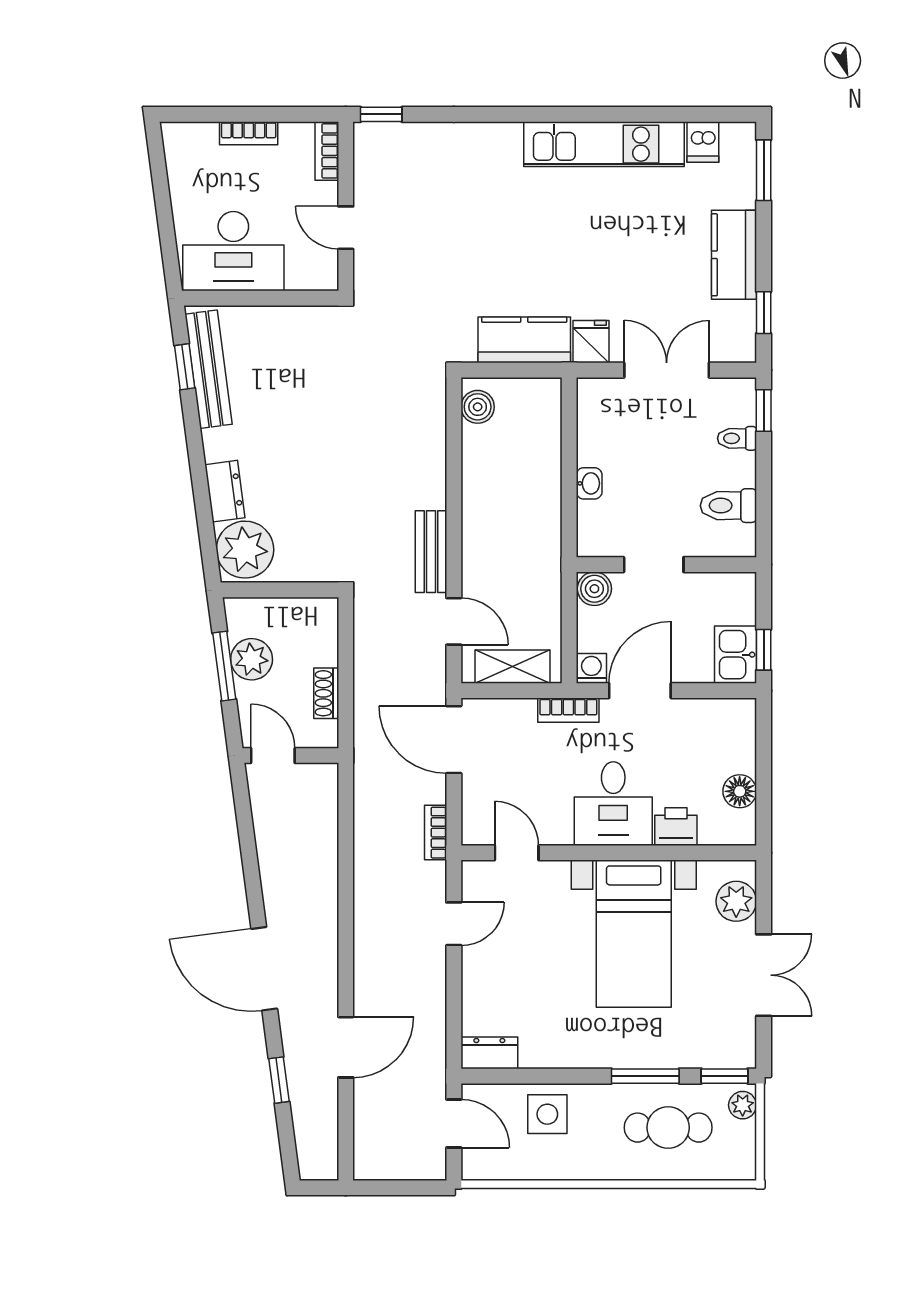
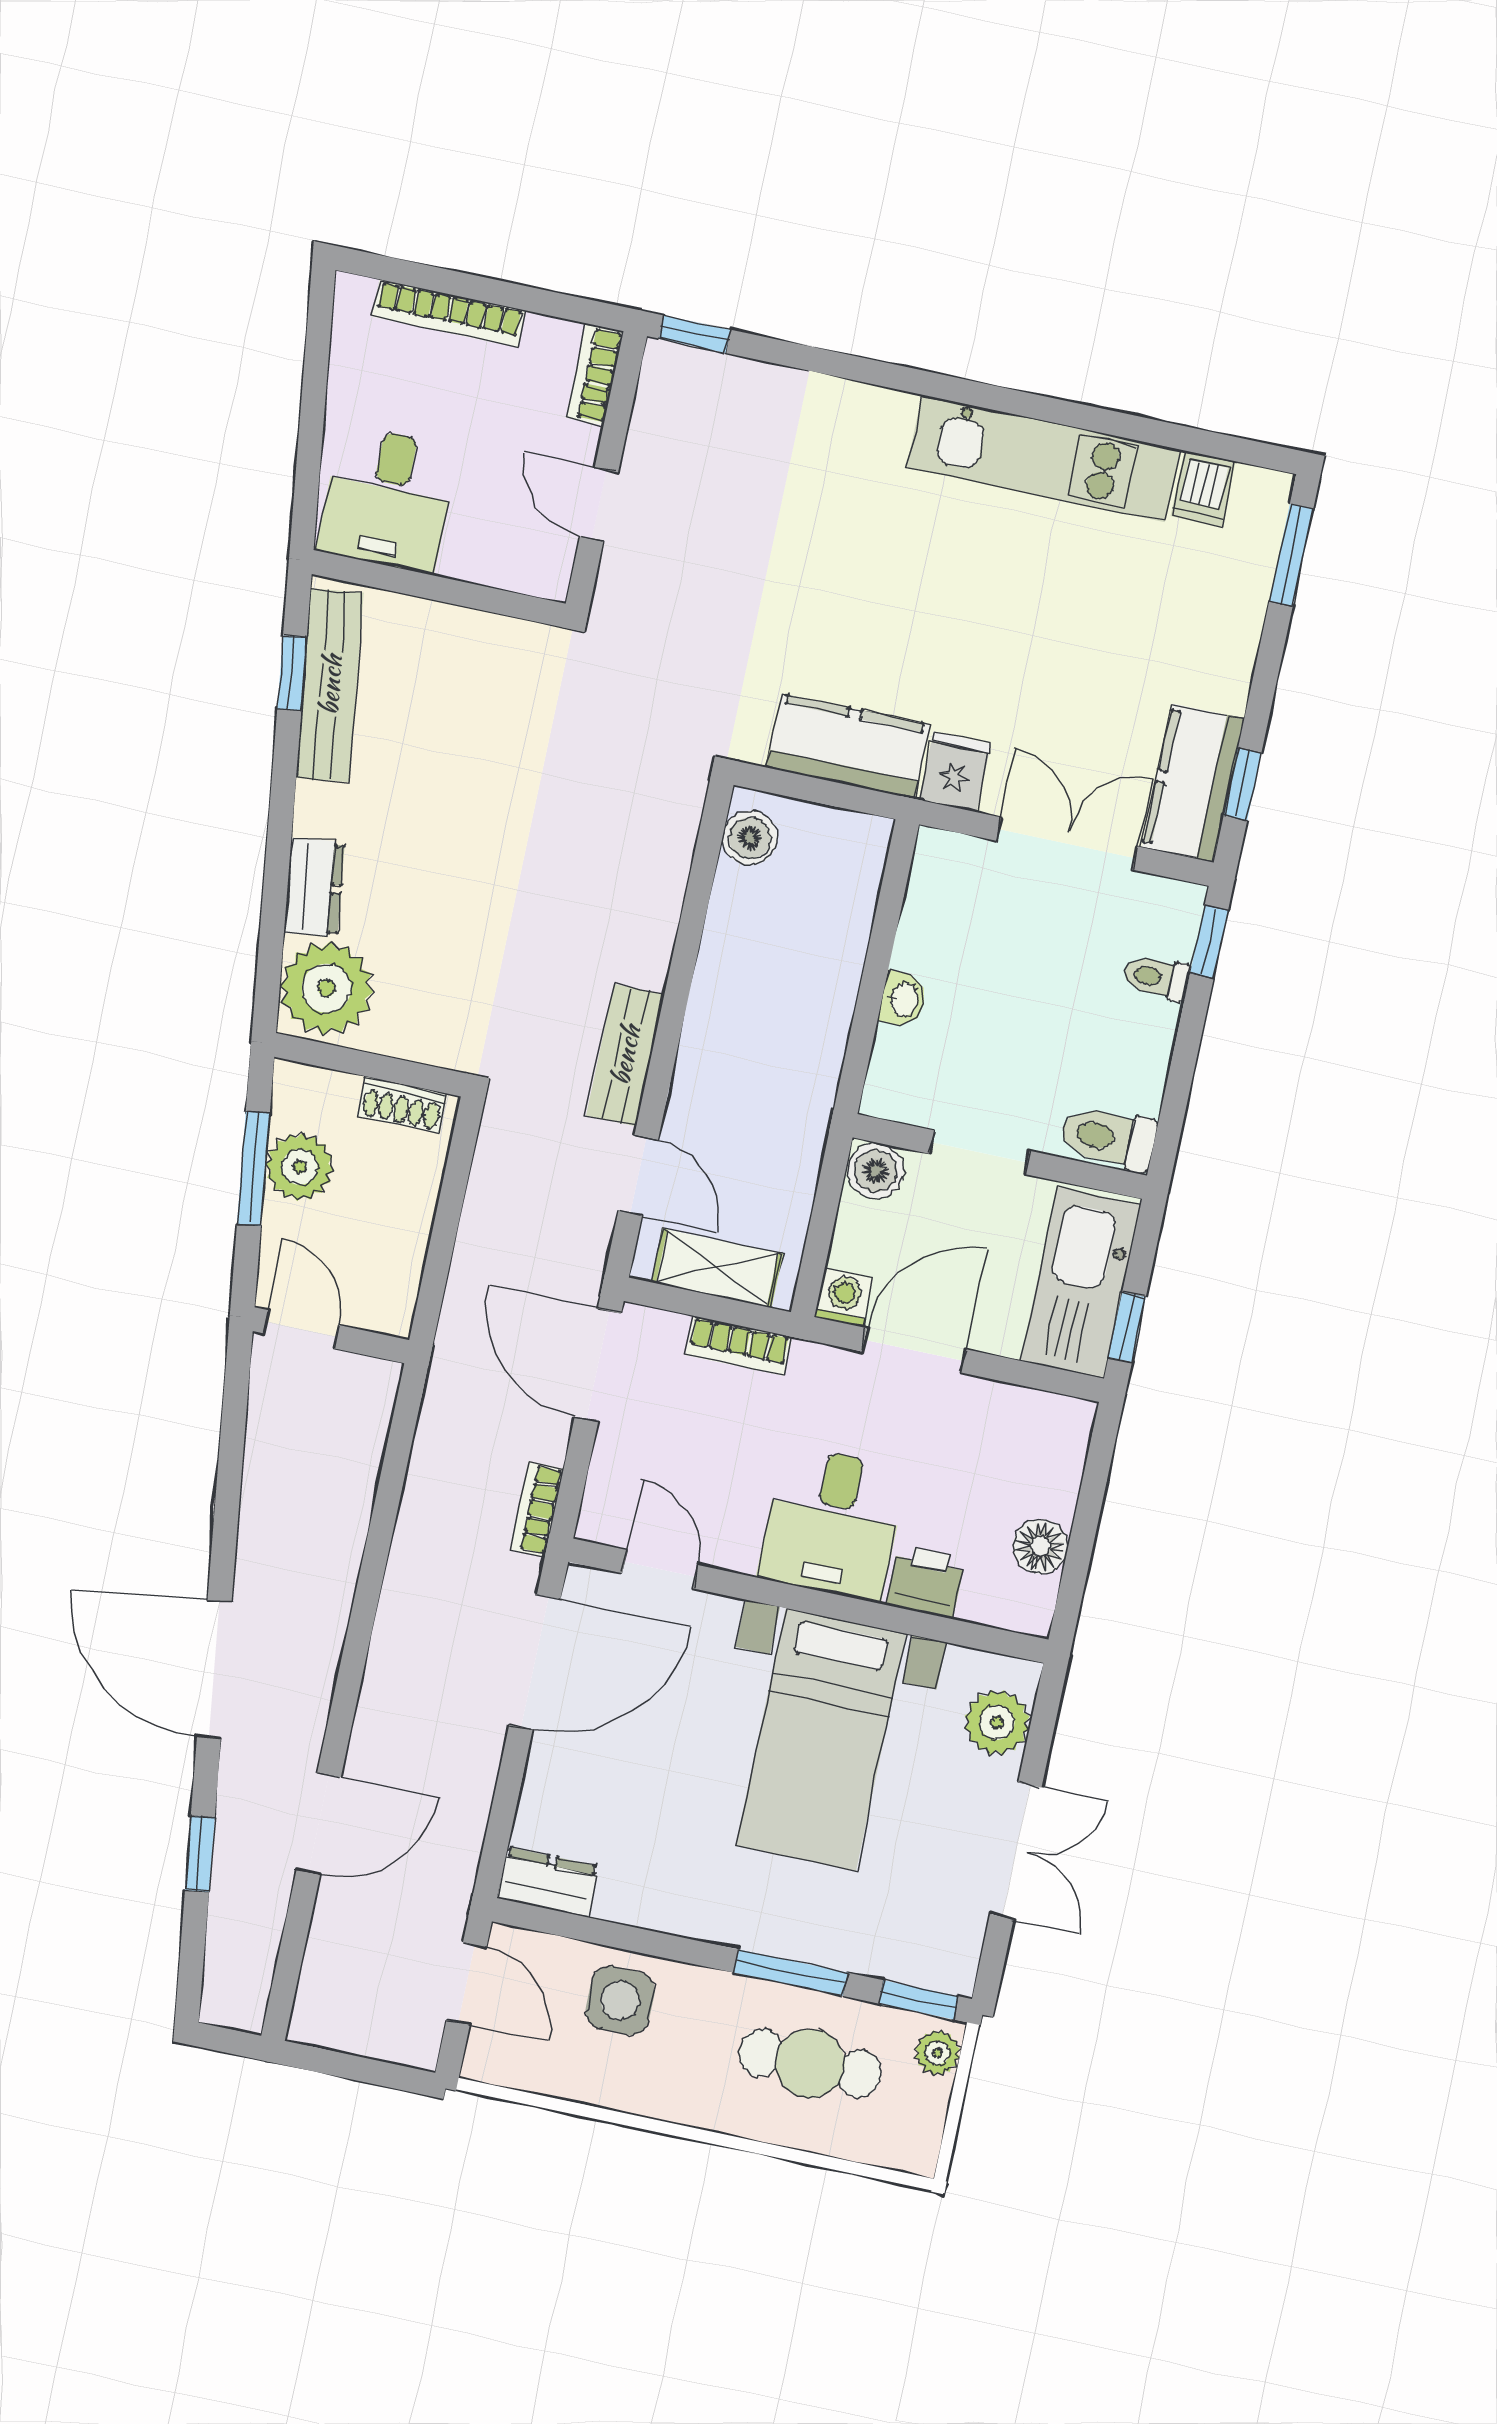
bookcase: (249, 133) -> (449, 314), width x1.56
desk: (233, 251) -> (388, 499), width x0.73
kitchen counter: (734, 255) -> (1193, 783), moved
toilet: (728, 506) -> (1108, 1138), moved
kitchen sink: (735, 655) -> (1081, 1283), width x1.88, depth x1.24
shoe rack: (326, 693) -> (402, 1105), moved, turned -90
bookcase: (568, 710) -> (739, 1346), moved
door: (454, 924) -> (535, 1662), width x1.88

